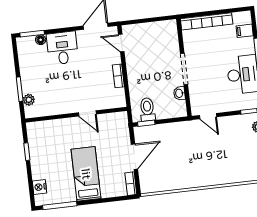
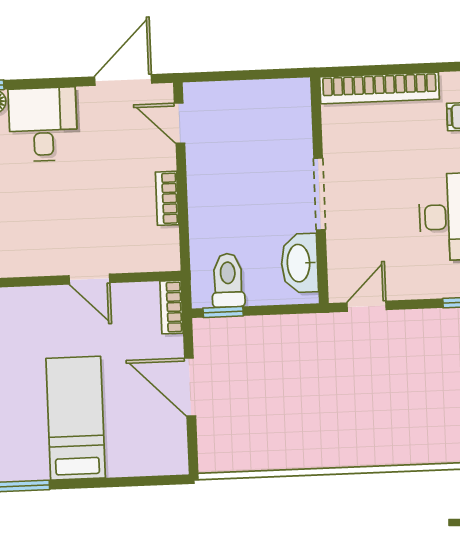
washbasin: (179, 93) -> (300, 263), width x1.91, depth x1.45
door: (208, 116) -> (367, 306), swing flipped
door: (134, 157) -> (190, 387), swing flipped
bookcase: (131, 184) -> (171, 307), moved

